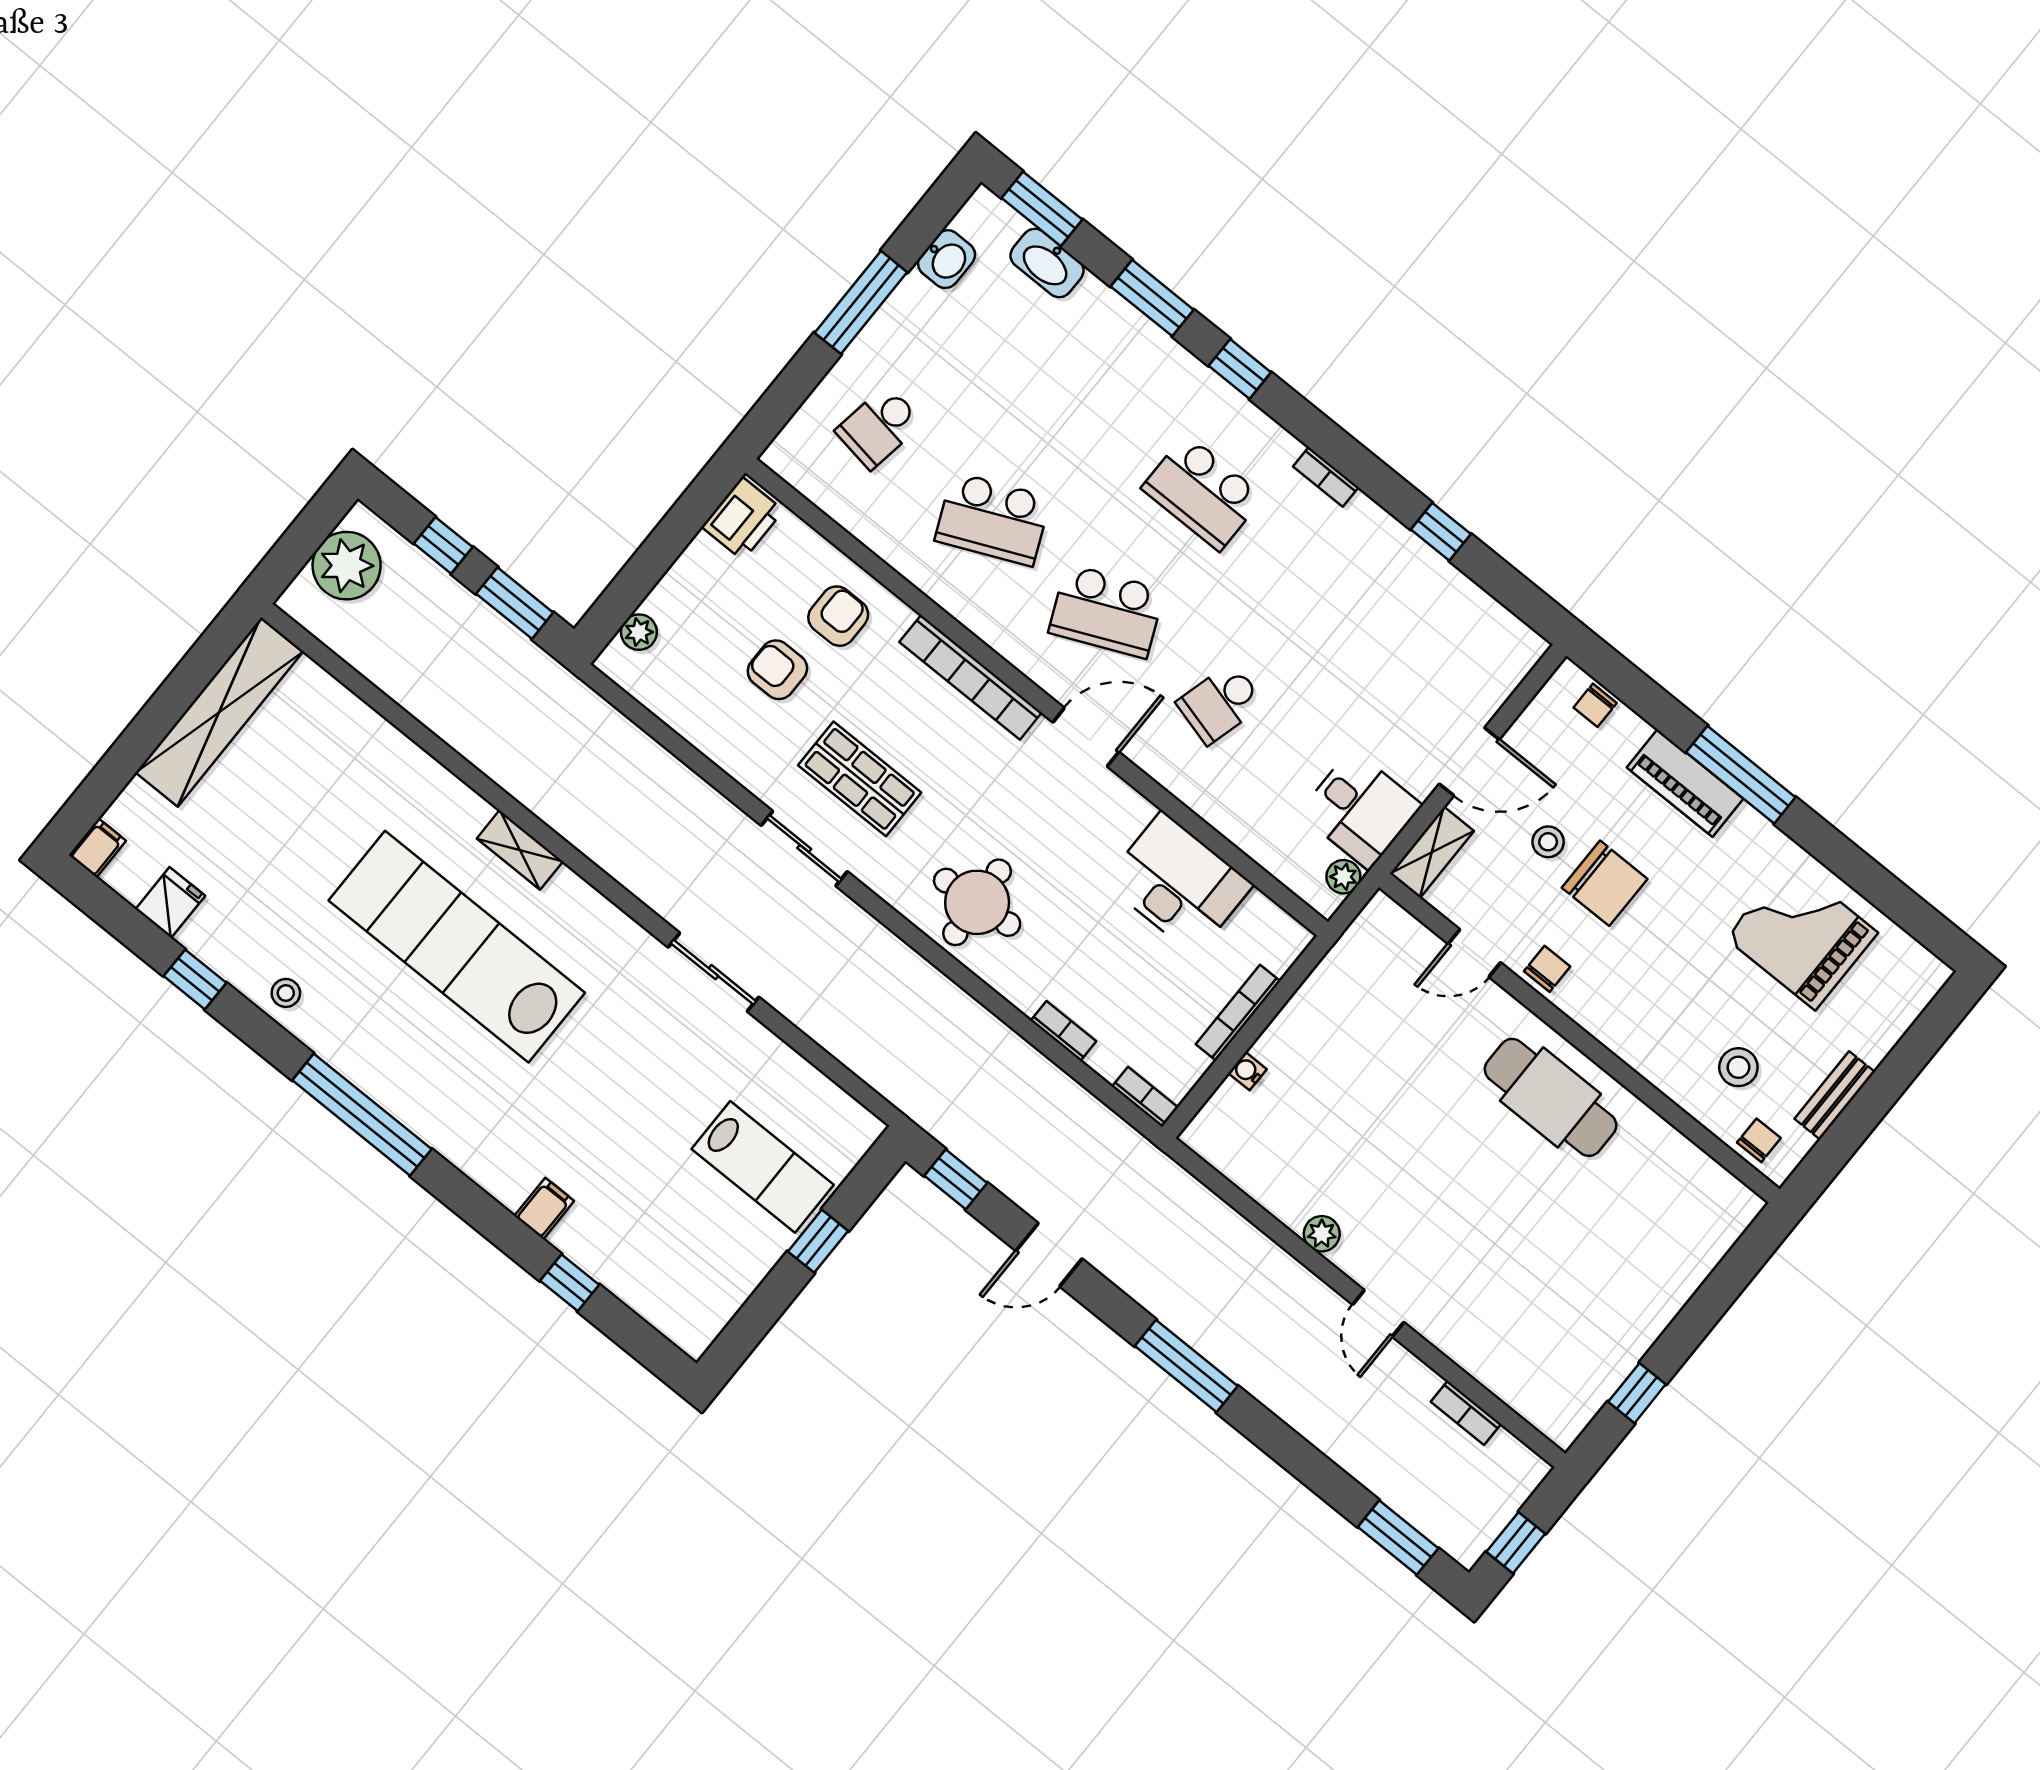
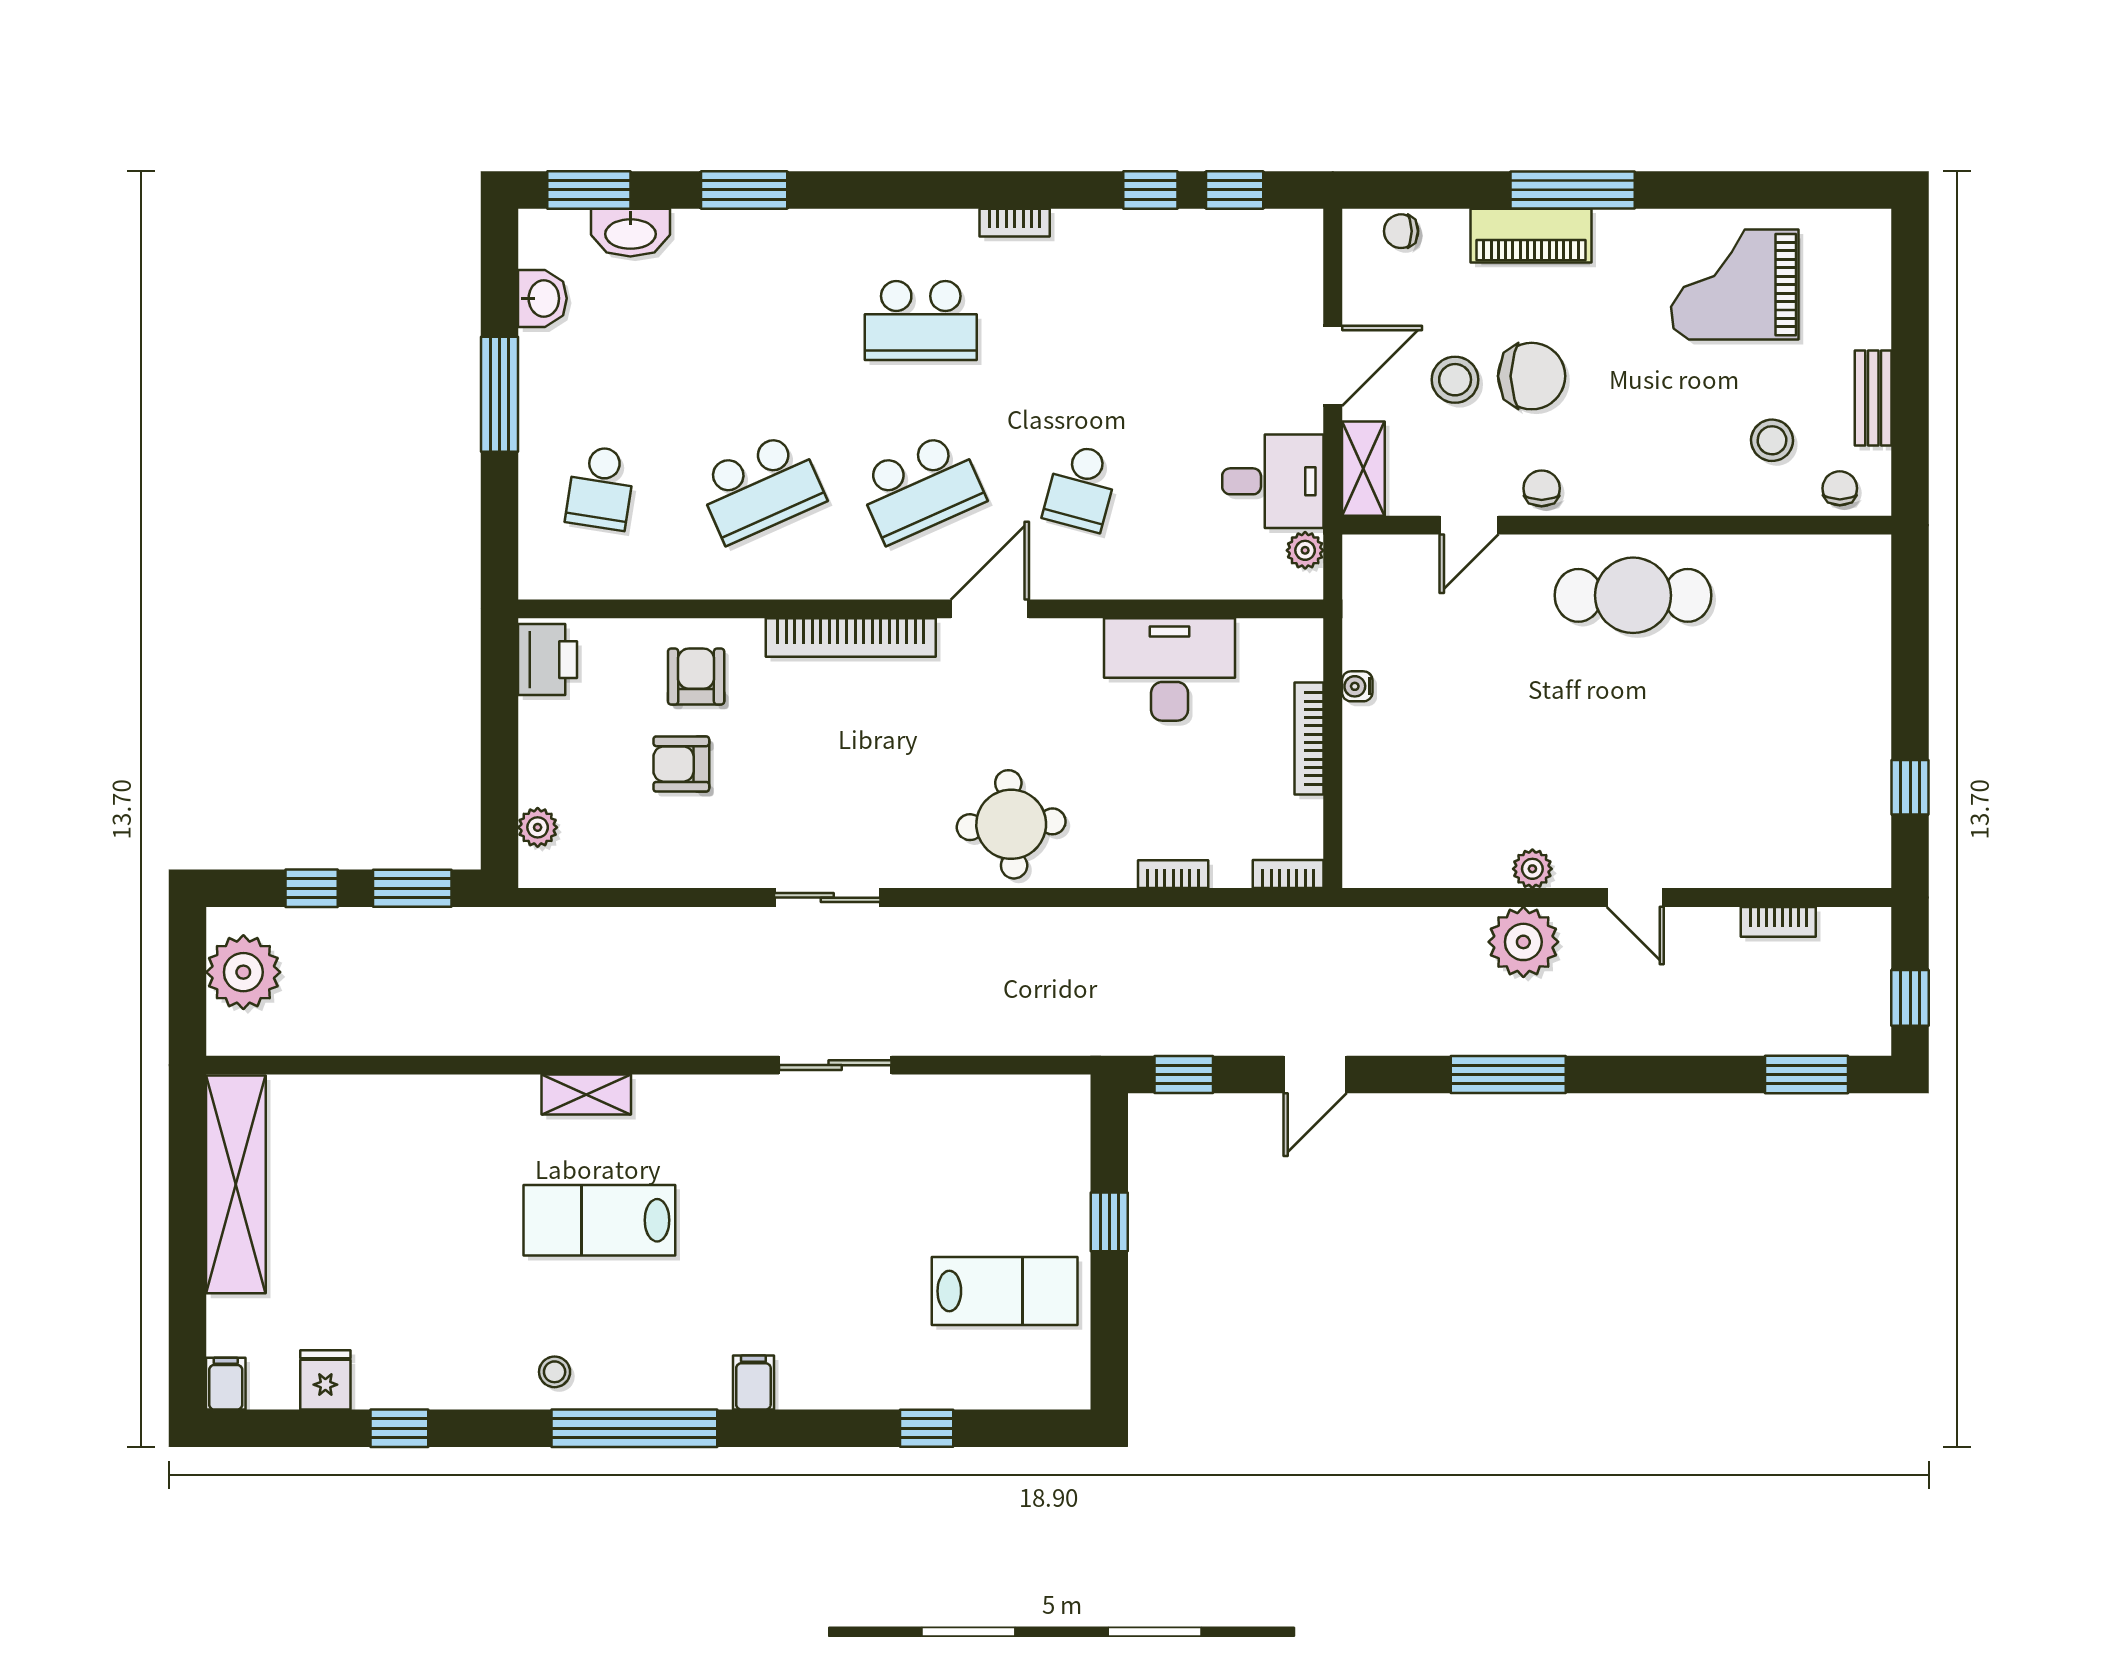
window: (1240, 369) -> (1235, 190), moved
chair: (1595, 705) -> (1401, 231), turned 90
shop shelf: (860, 779) -> (826, 800), removed
stool: (1548, 842) -> (1455, 380), width x1.37, depth x1.37
lab bench: (457, 947) -> (599, 1220), width x0.54, depth x0.72
stool: (286, 993) -> (555, 1372), moved
water cooler: (1247, 1071) -> (1357, 686), moved
lab bench: (763, 1167) -> (1005, 1291), moved
filing cabinet: (544, 1208) -> (753, 1383), moved
plant: (1273, 1281) -> (1523, 942), added

